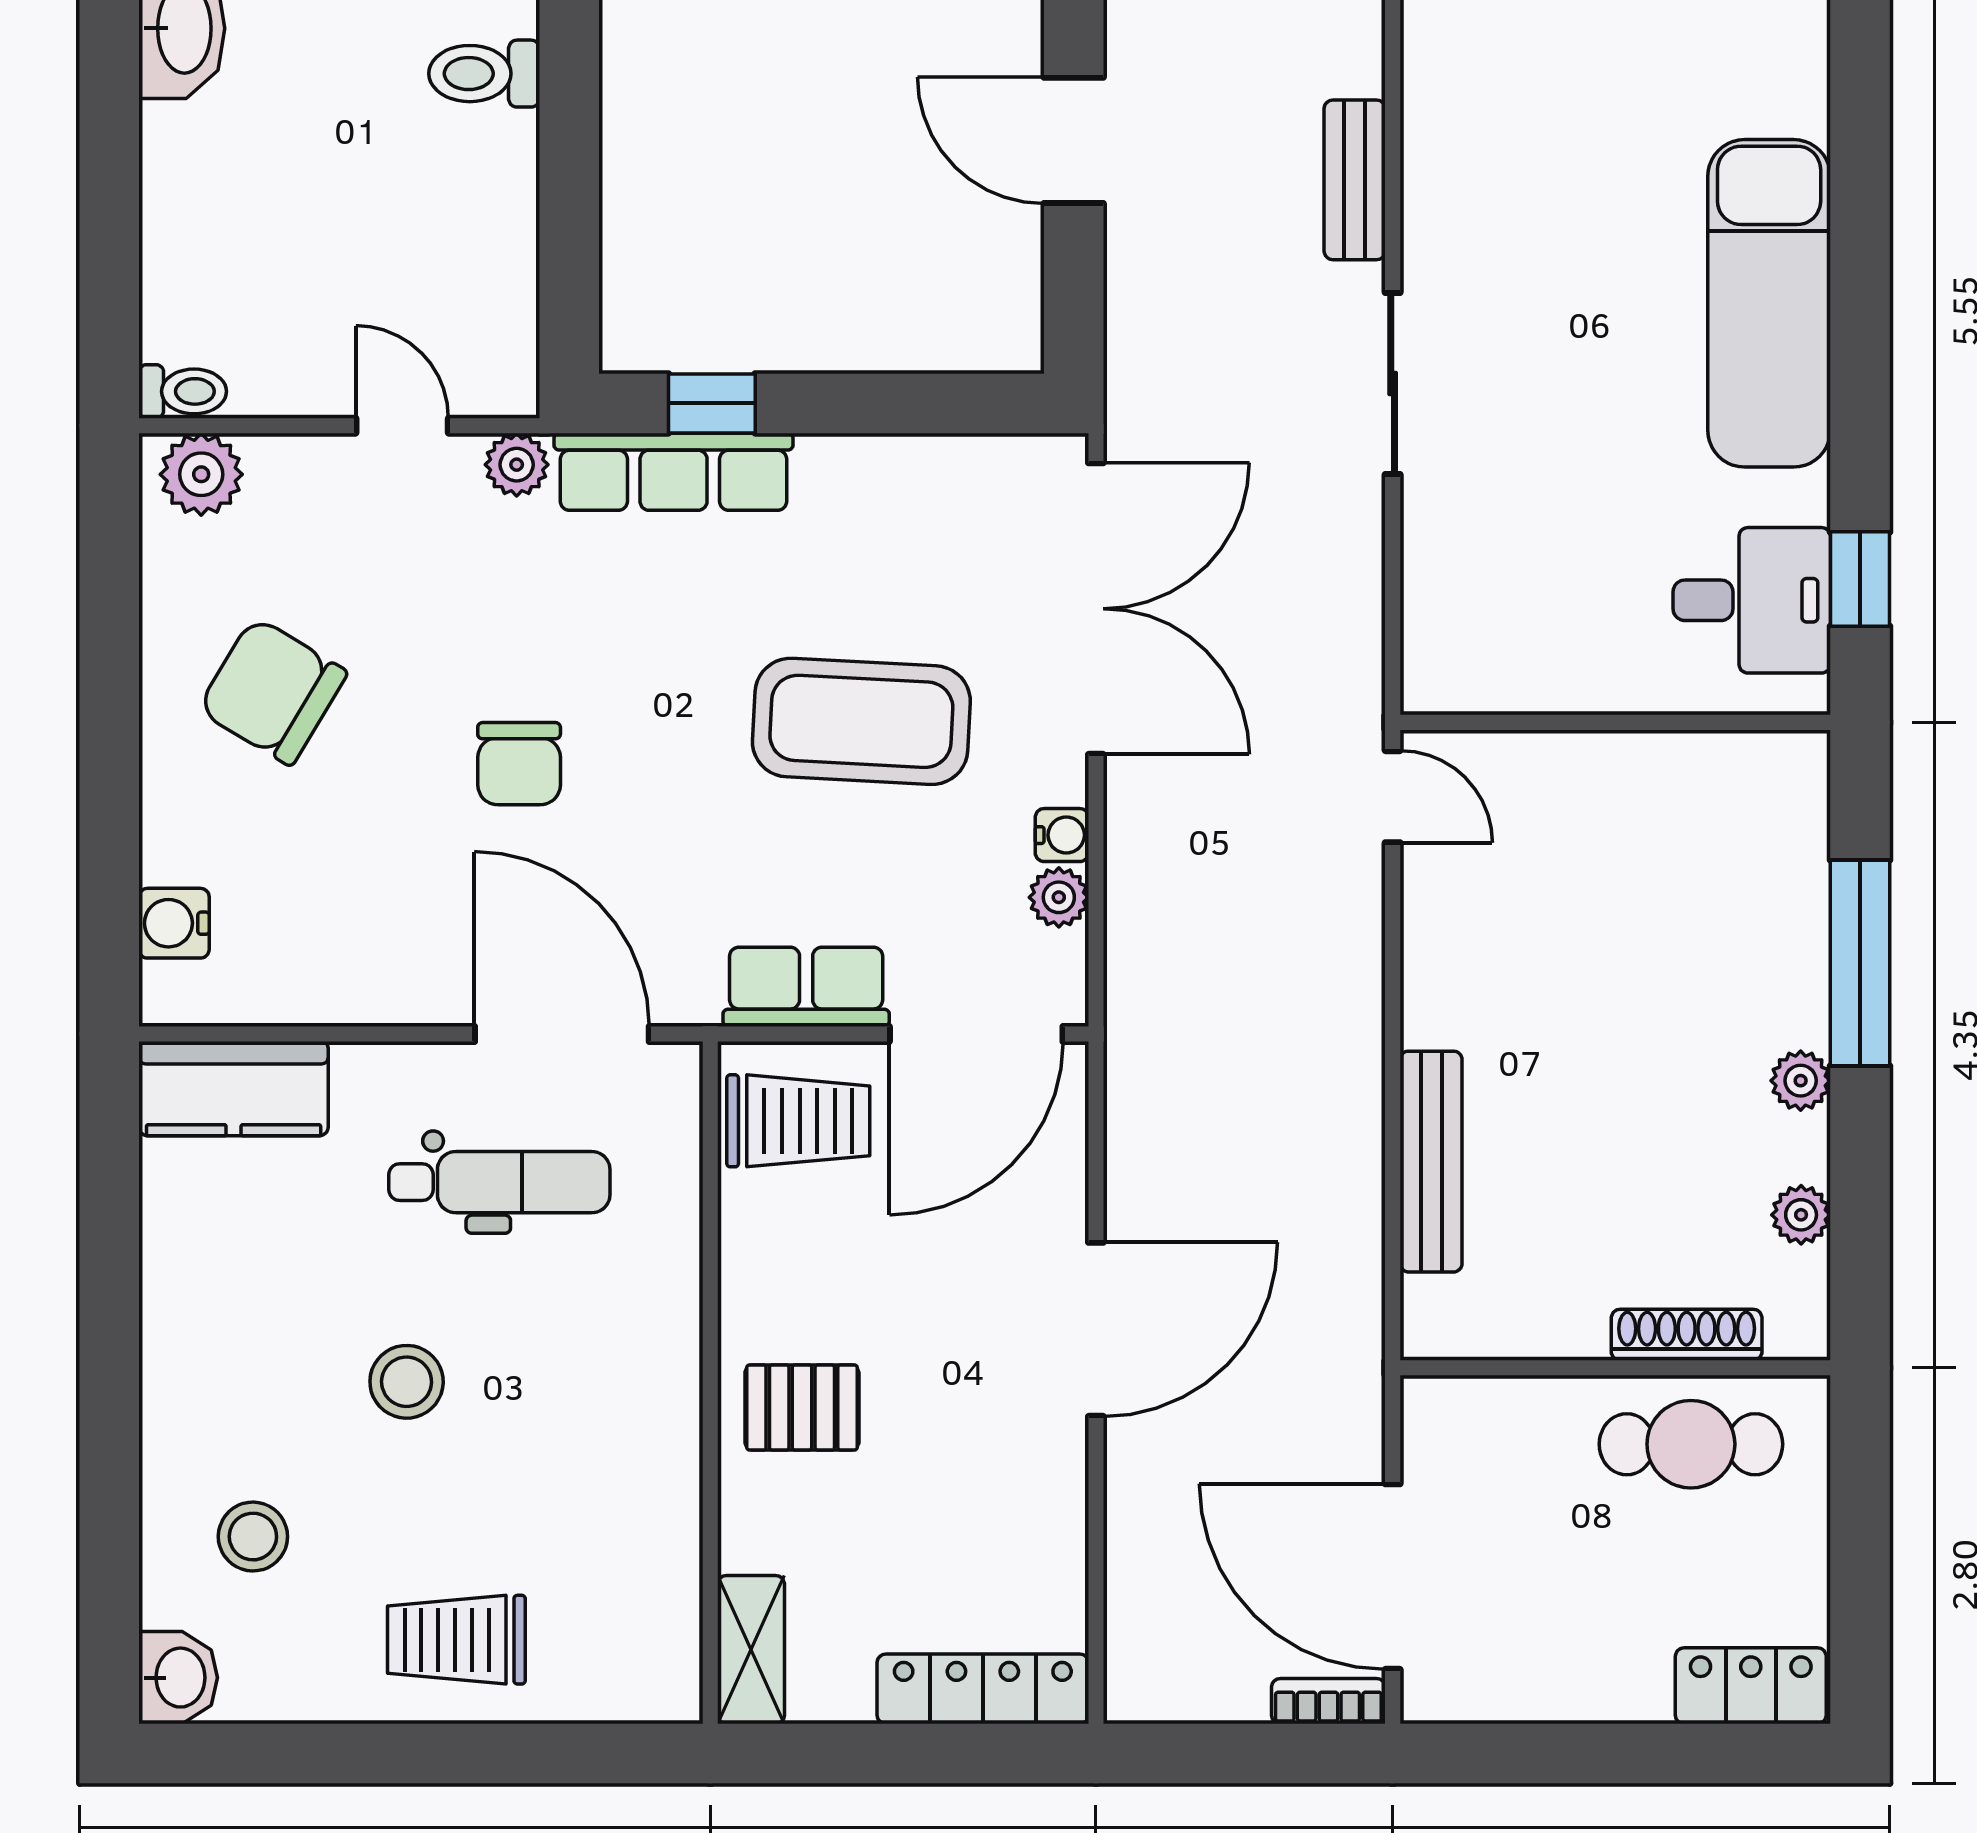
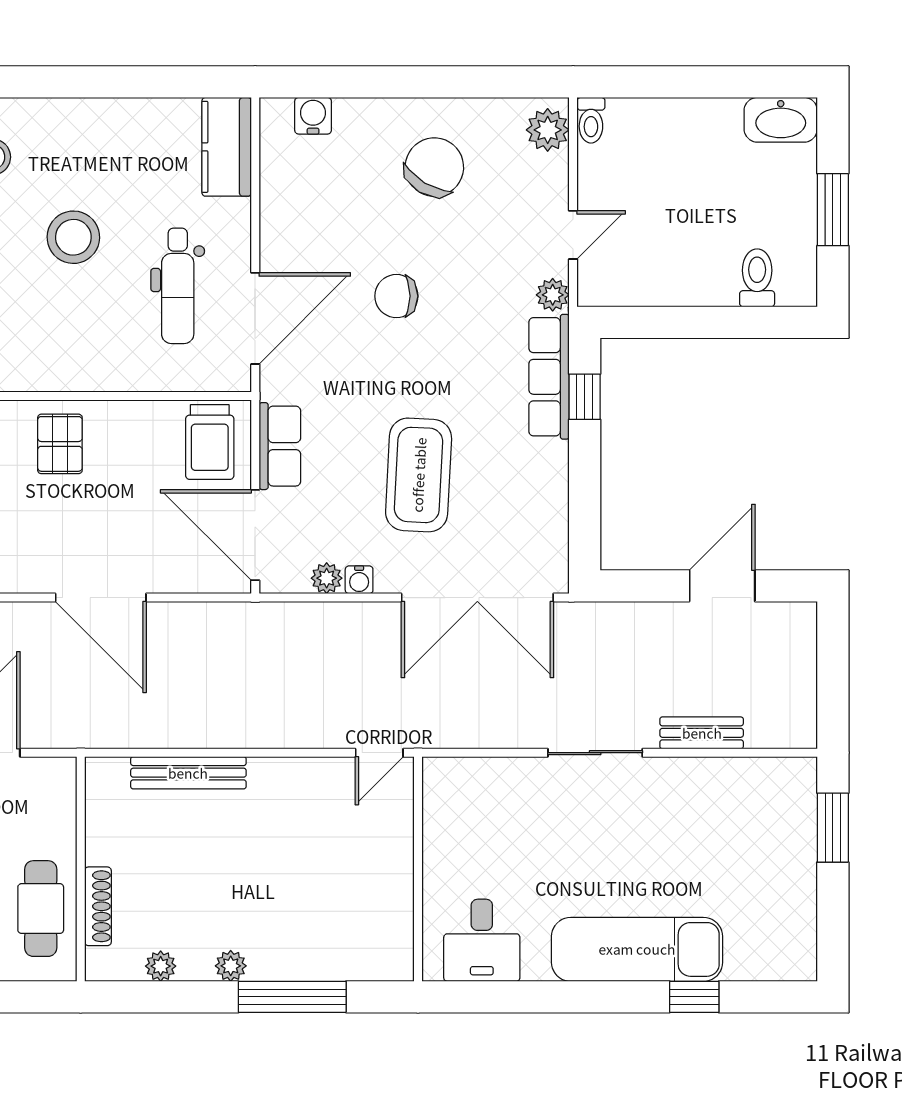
window: (1860, 579) -> (694, 997), moved
stool: (407, 1382) -> (73, 237), width x1.38, depth x1.38

